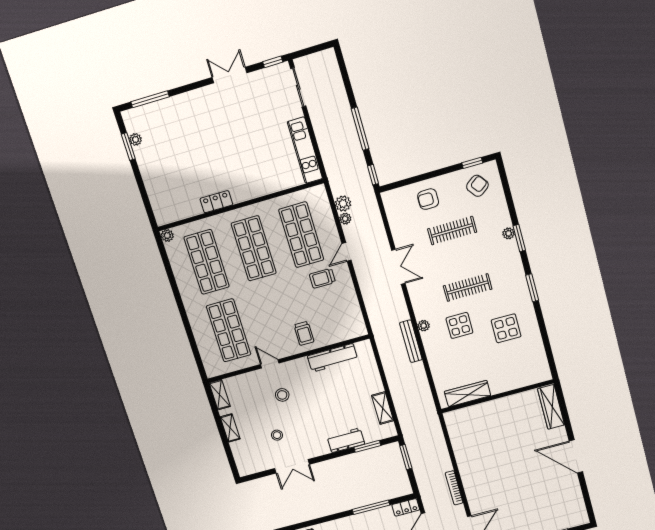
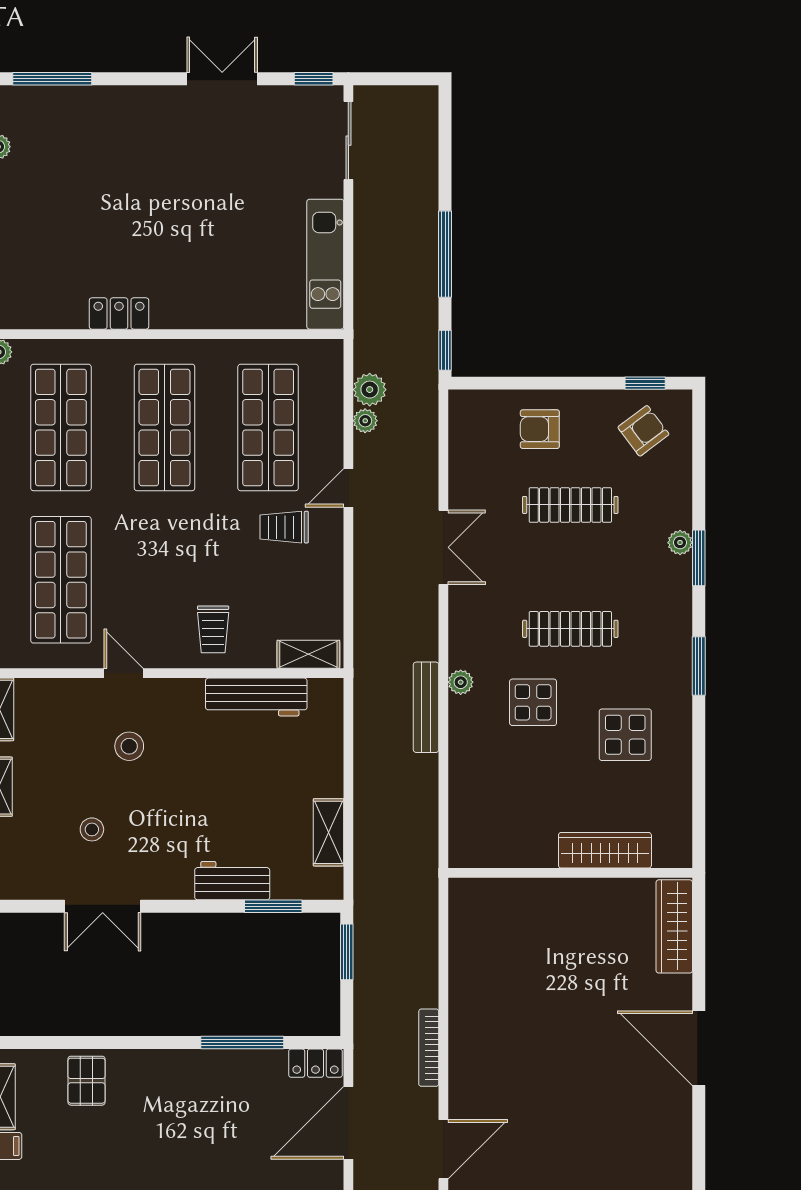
shelving: (350, 332) -> (308, 654), added
wardrobe: (468, 394) -> (605, 850), moved

